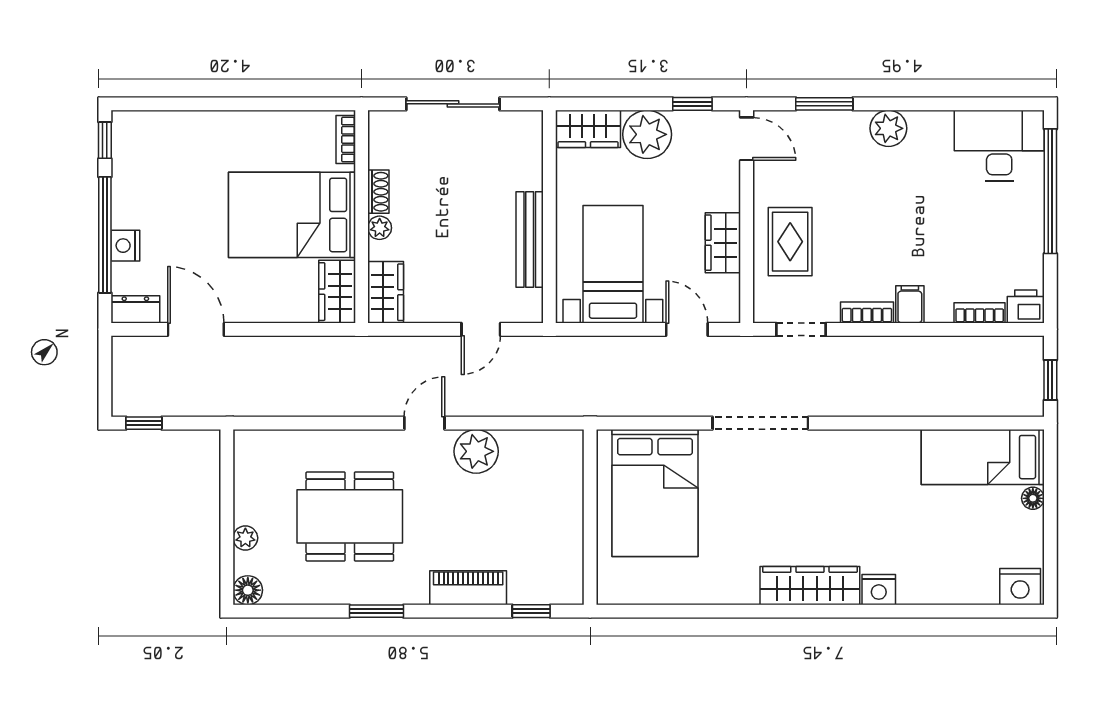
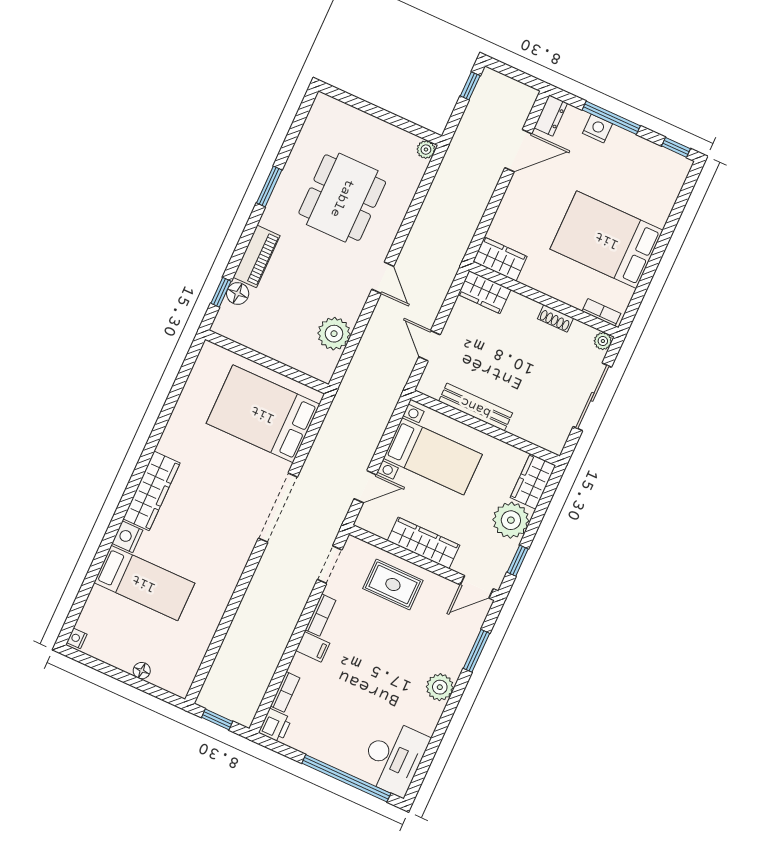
bed: (292, 215) -> (607, 240), moved, turned -90
plant: (380, 228) -> (603, 341), moved
window: (105, 235) -> (611, 118), width x0.68
wardrobe: (723, 243) -> (423, 543), width x1.50
plant: (476, 451) -> (334, 334), moved
bed: (983, 457) -> (144, 583), moved, turned 90
plant: (245, 538) -> (426, 150), moved
nightstand: (1020, 587) -> (77, 638), width x0.53, depth x0.56
floor lamp: (248, 590) -> (238, 294), moved

